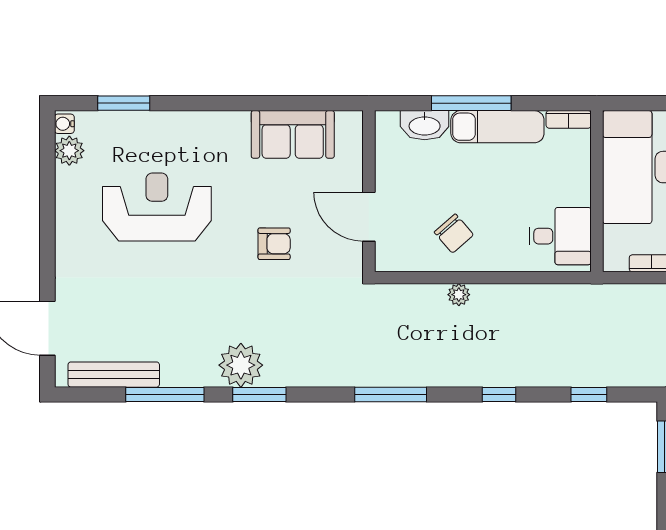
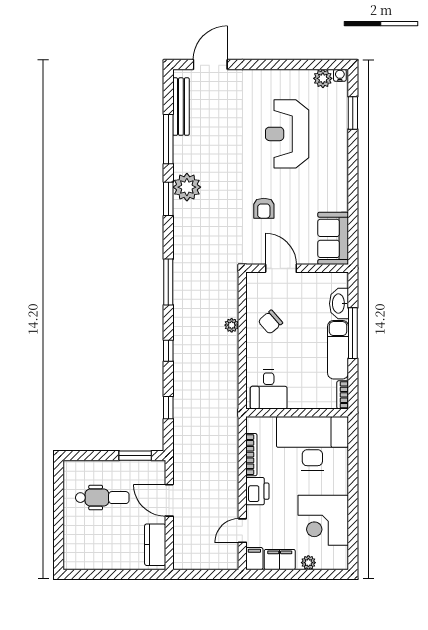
sofa: (293, 134) -> (333, 238), moved
reception desk: (157, 207) -> (287, 134), turned 180
door: (369, 217) -> (281, 268), hinge flipped

